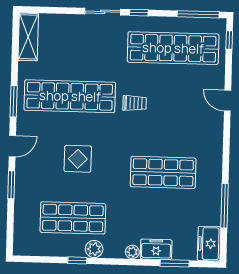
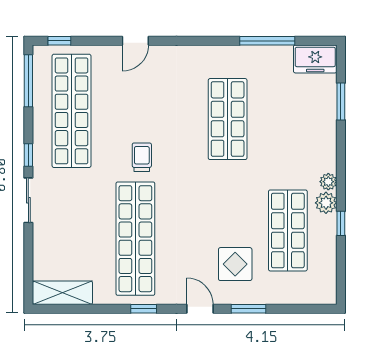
window: (14, 101) -> (144, 309), width x0.67
display table: (78, 159) -> (235, 264), moved
freezer: (156, 249) -> (324, 125), removed
plant: (132, 252) -> (328, 182), moved

